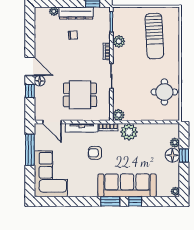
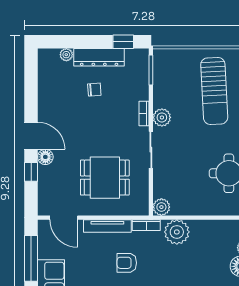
plant: (119, 41) -> (162, 117), moved

